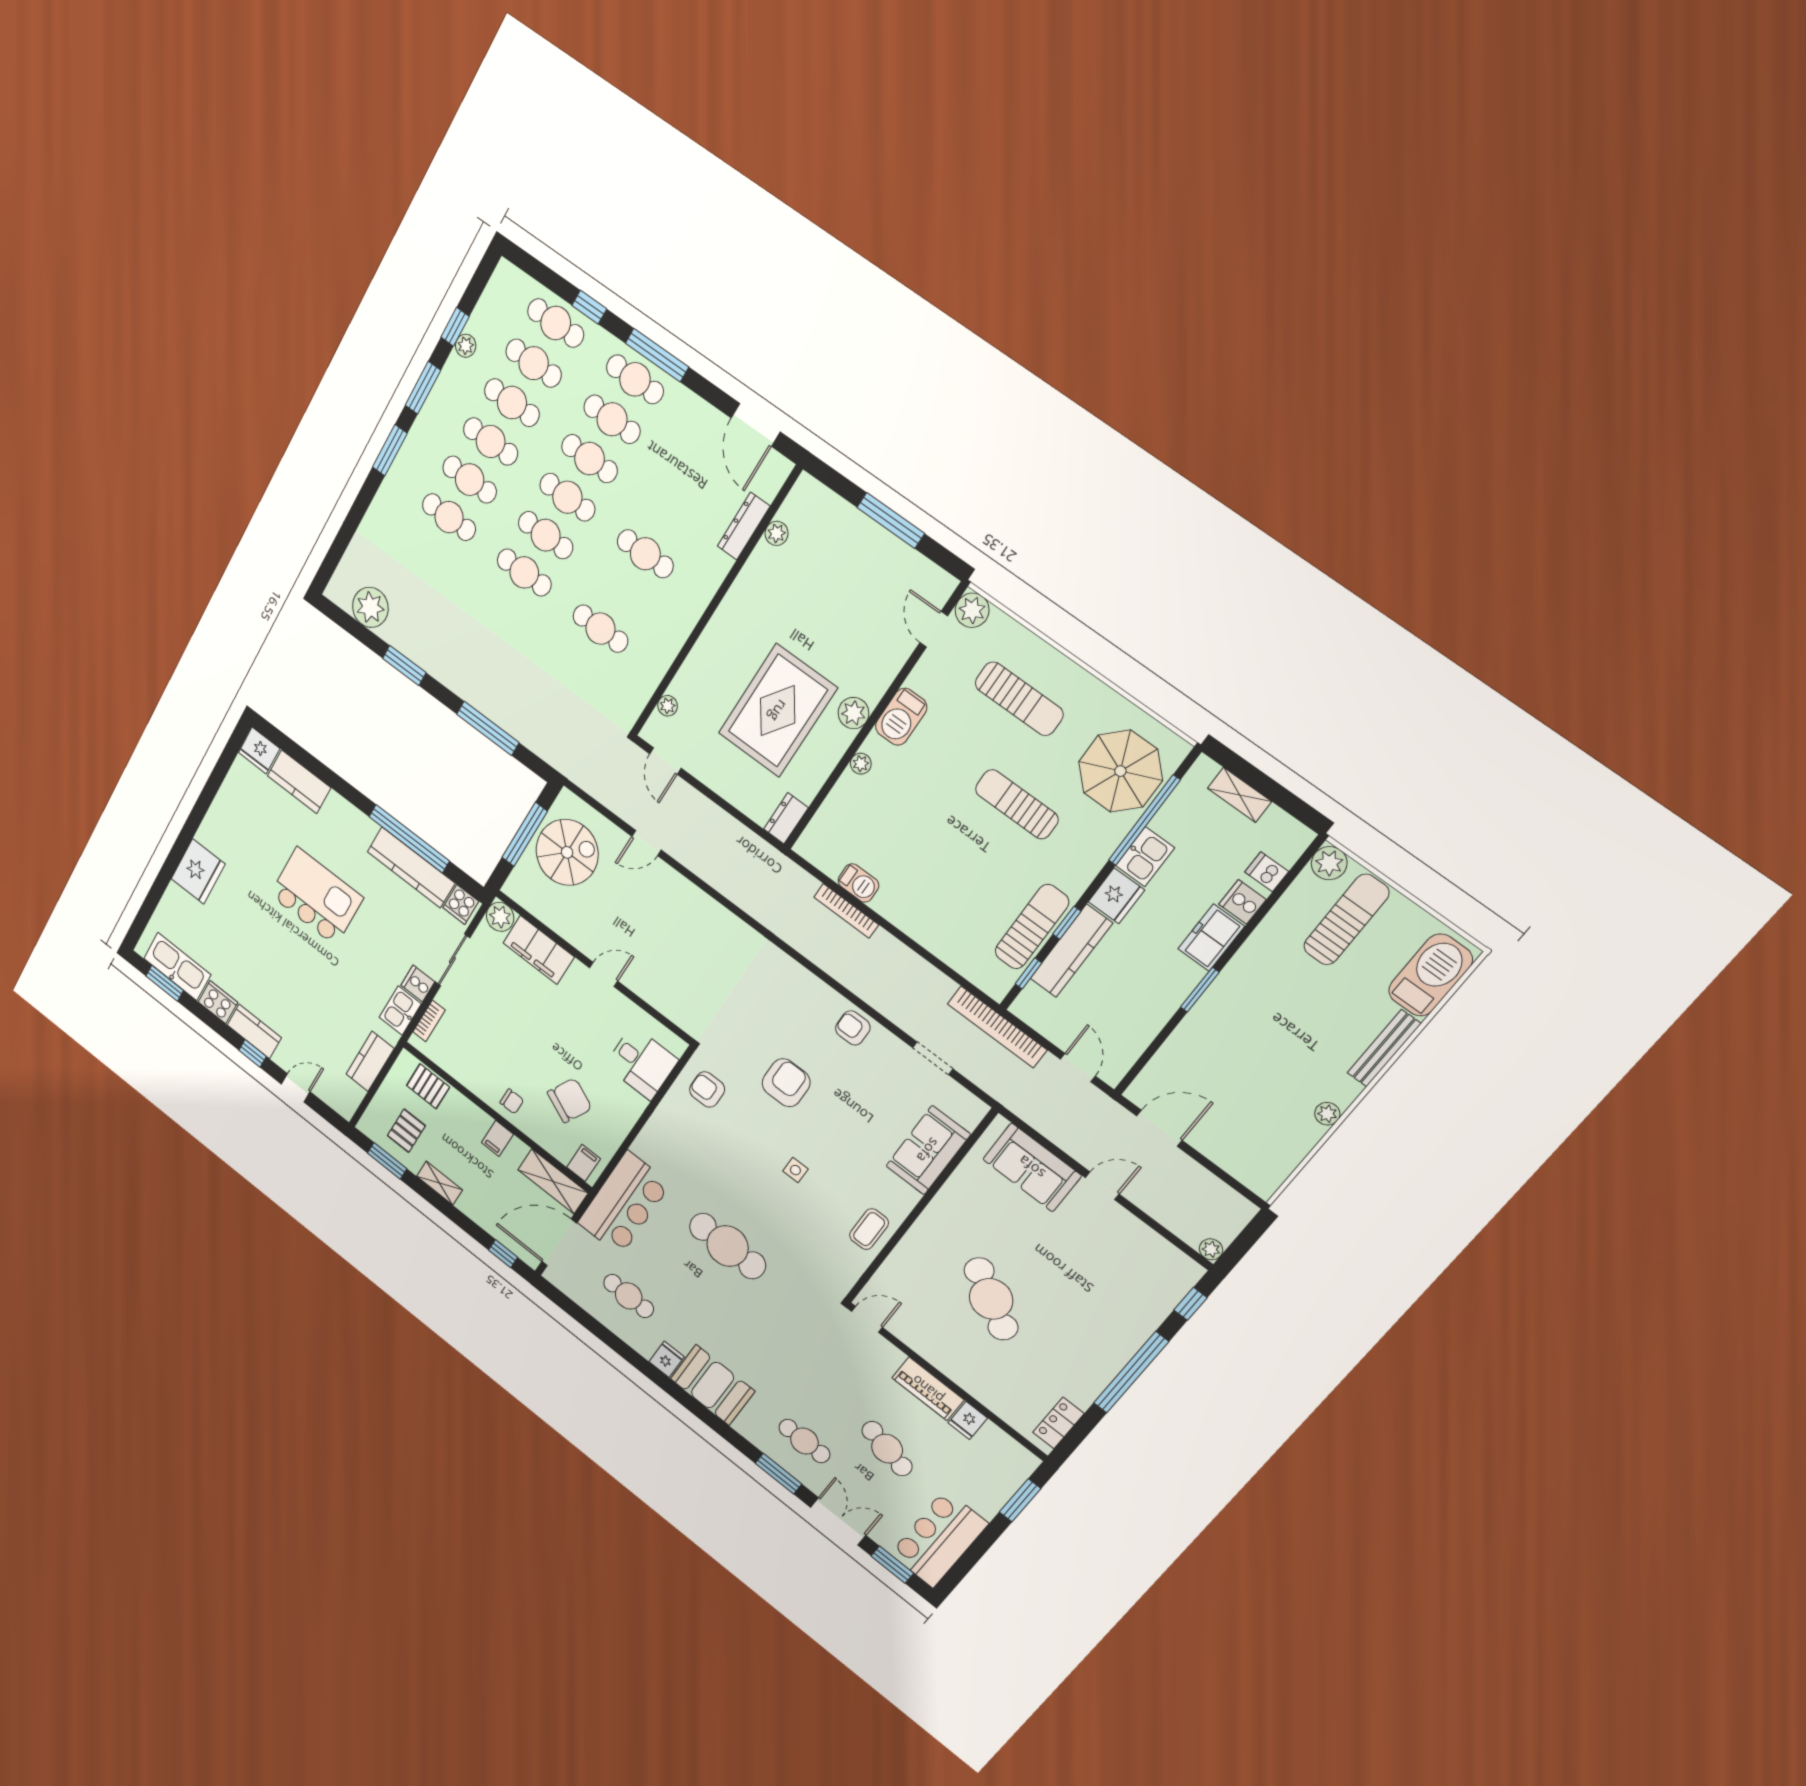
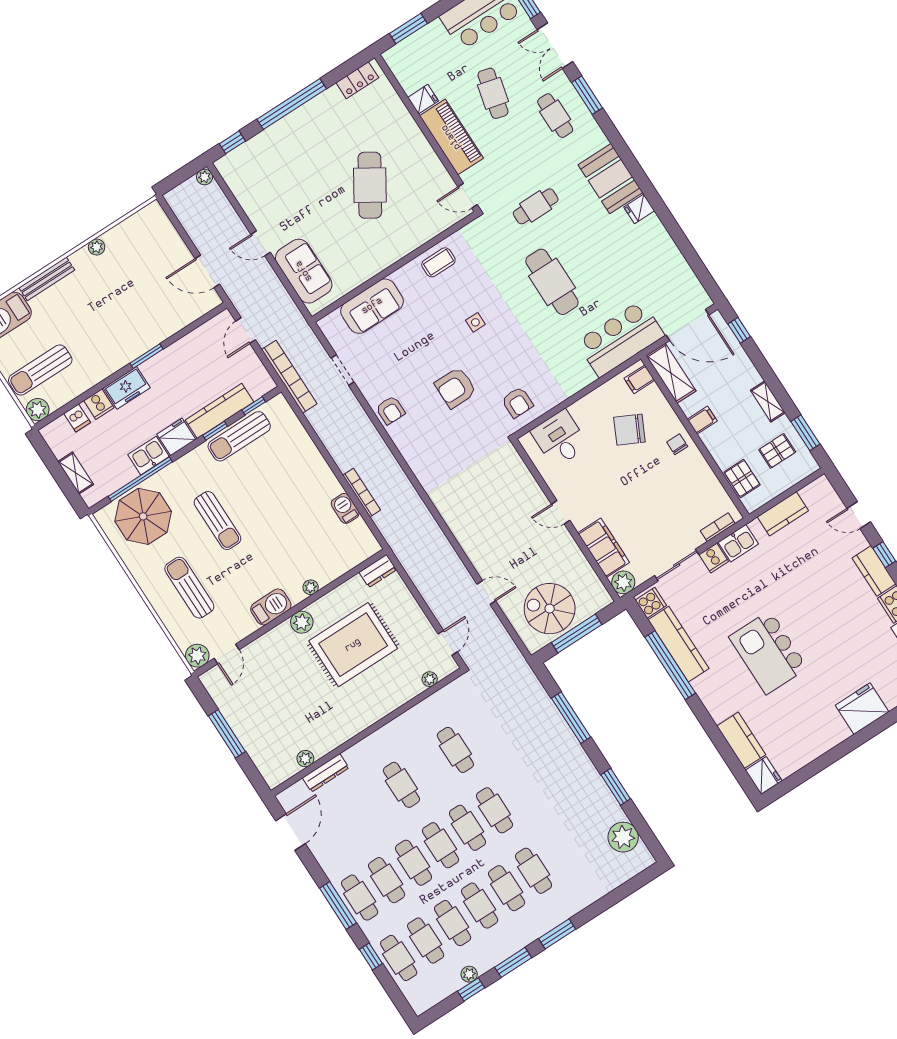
cafe table: (629, 1296) -> (536, 206), moved, turned 90
piano: (928, 1389) -> (451, 137), width x1.37, depth x1.33

